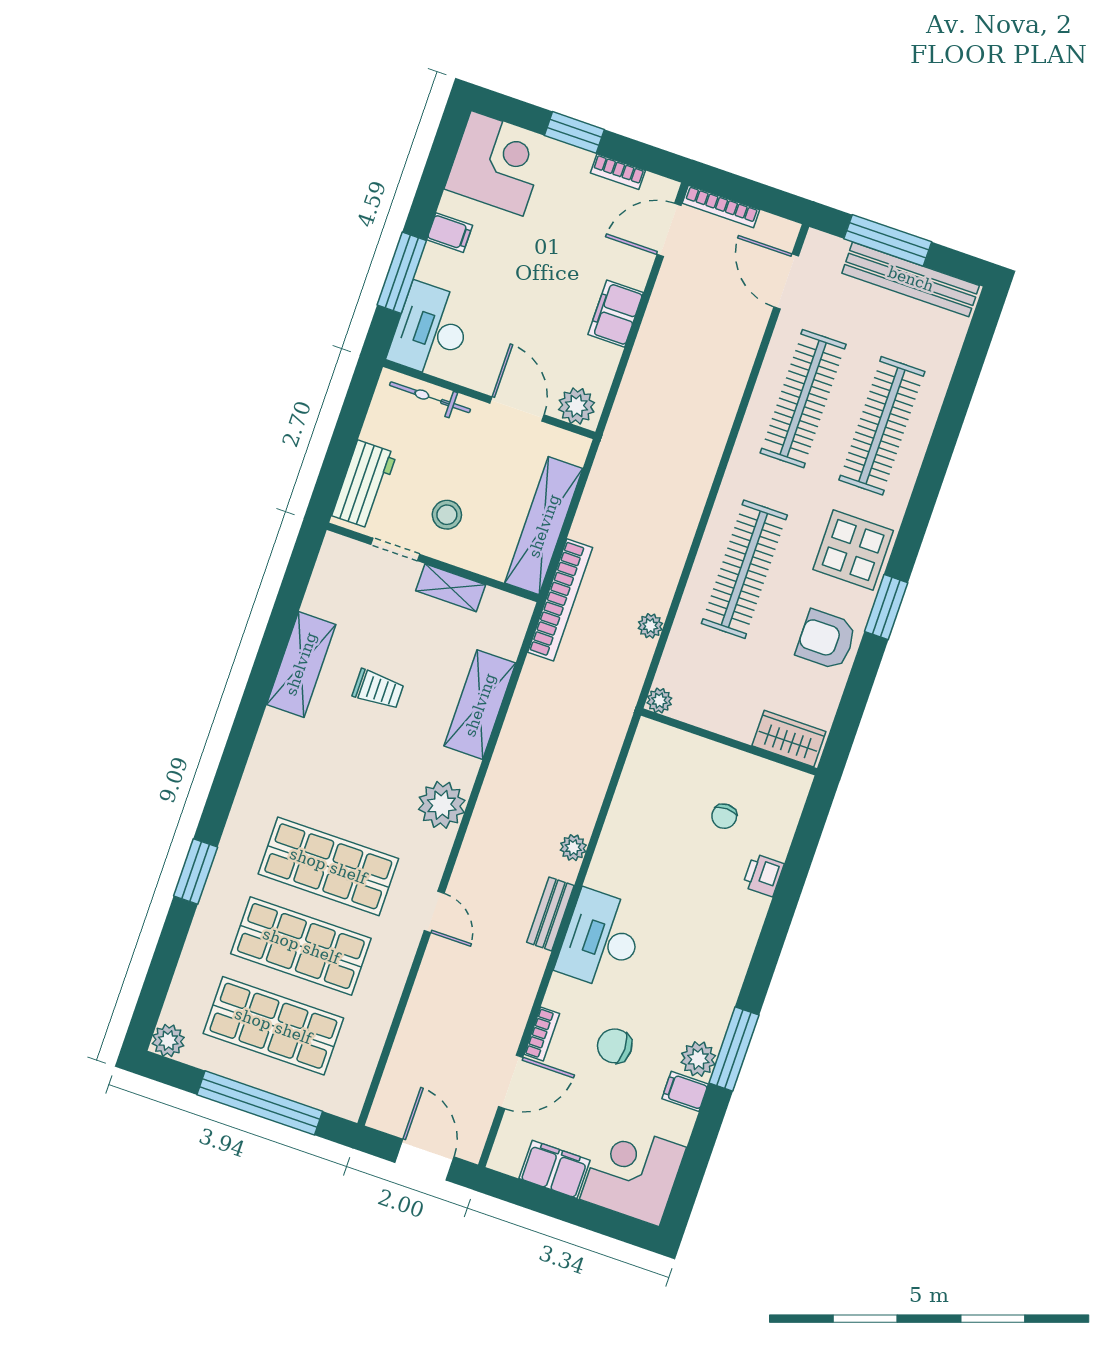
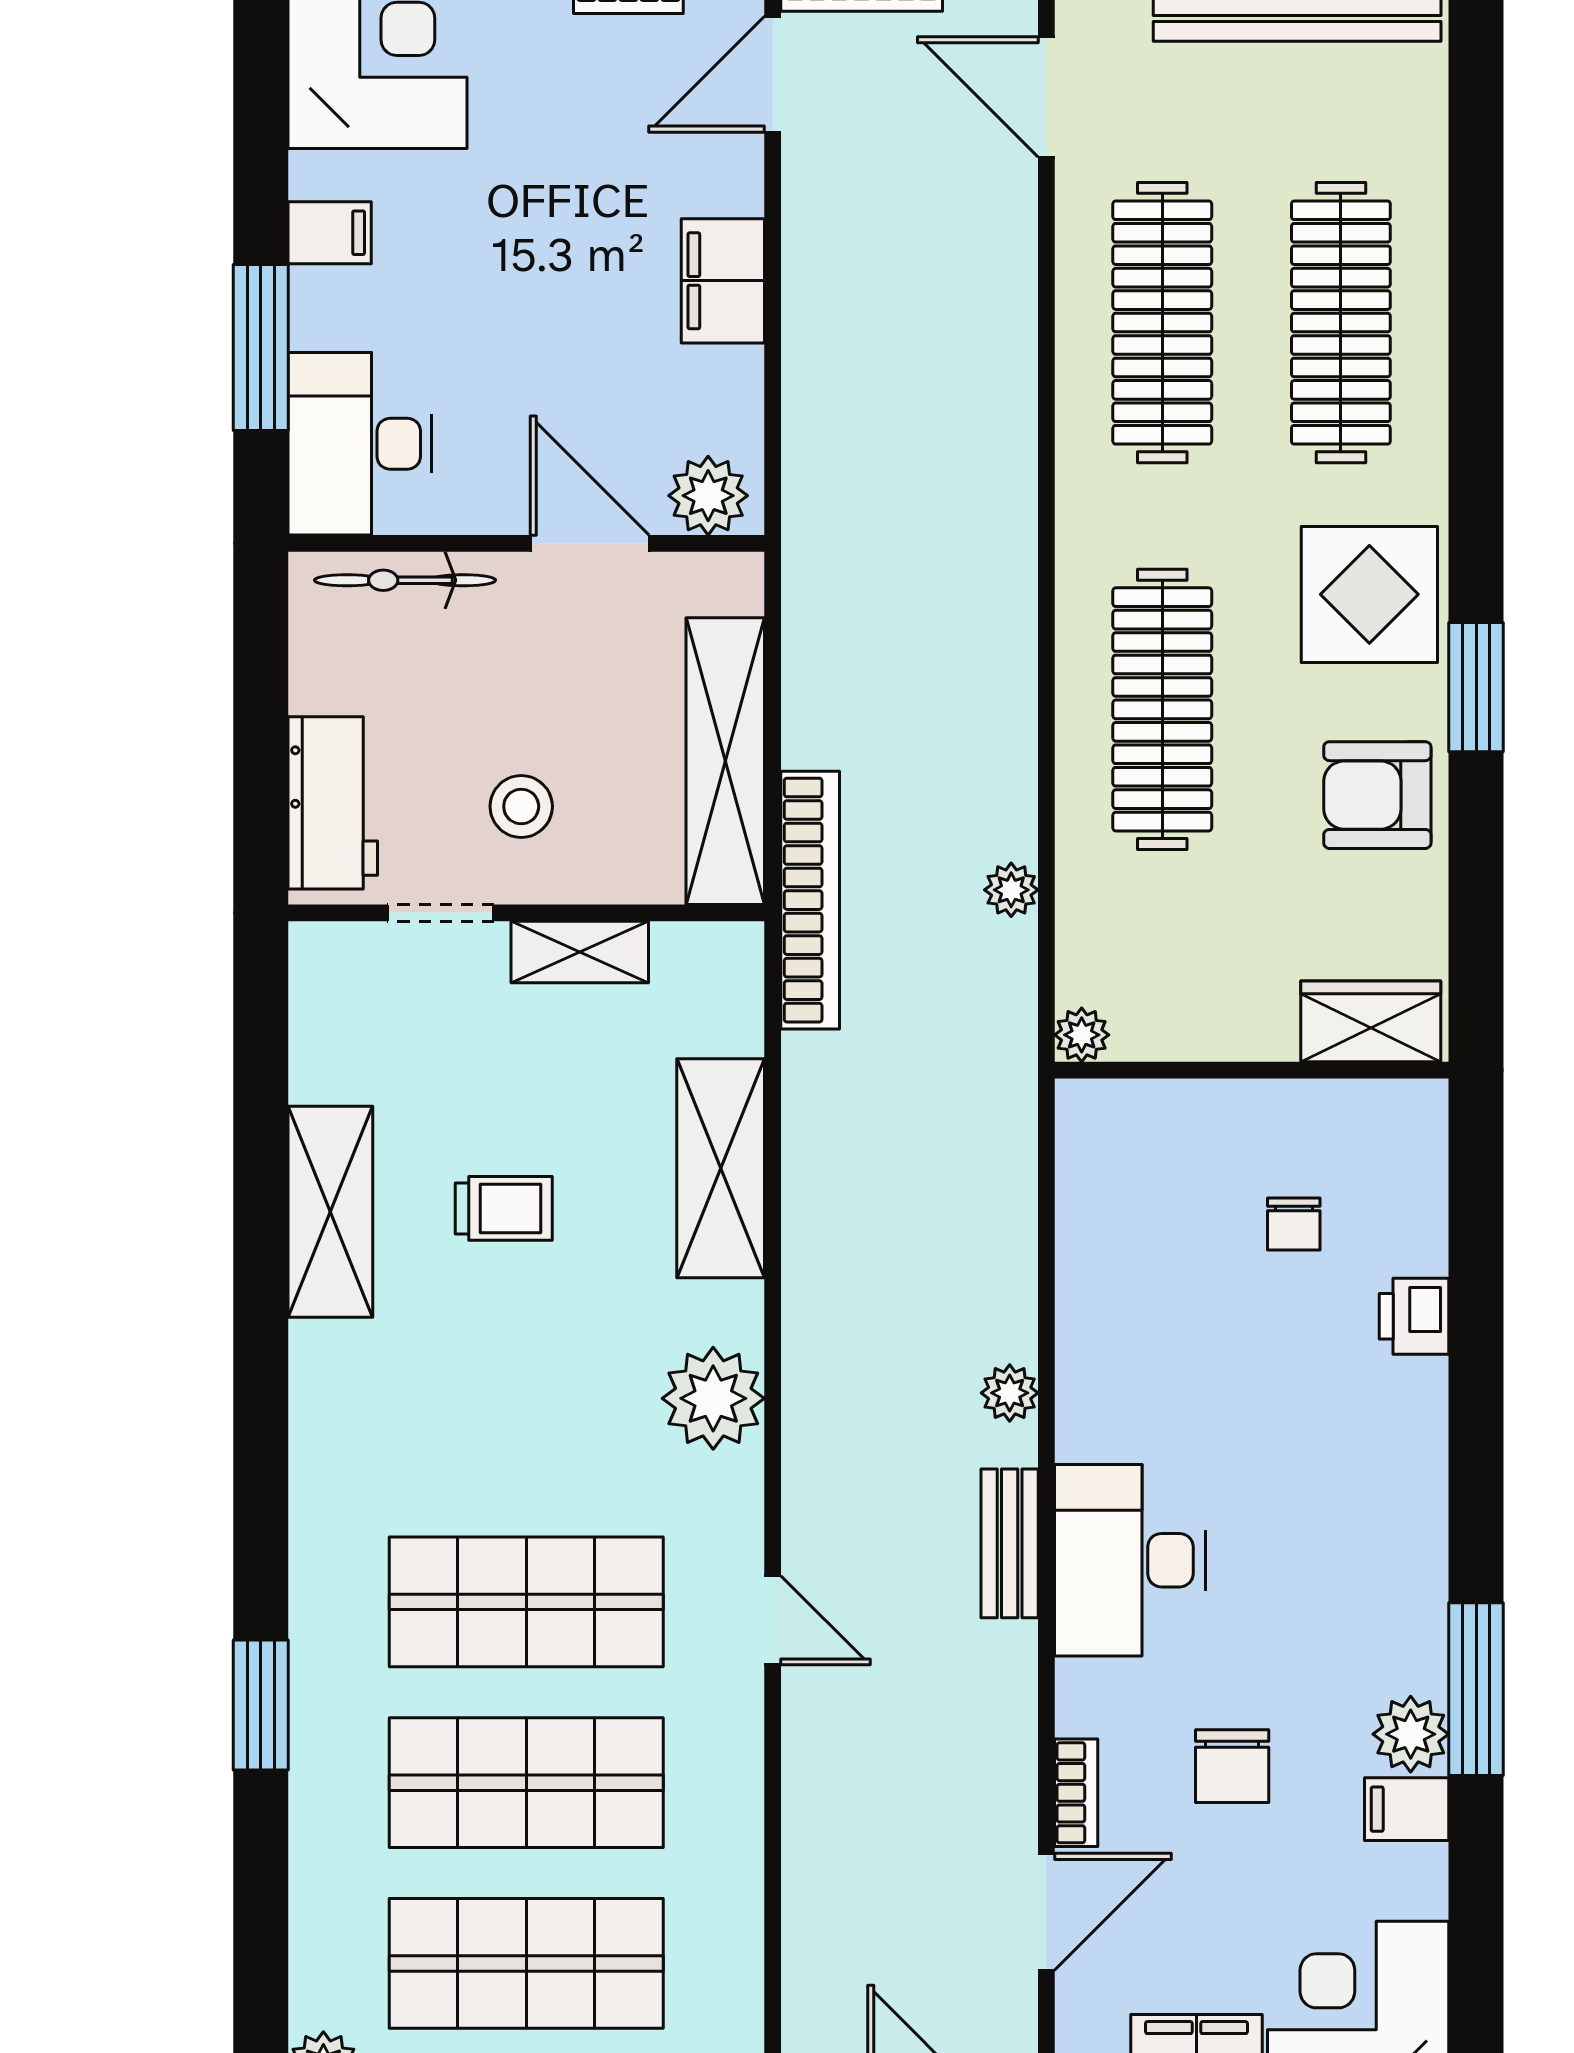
chair: (615, 1046) -> (1232, 1766), turned -90

